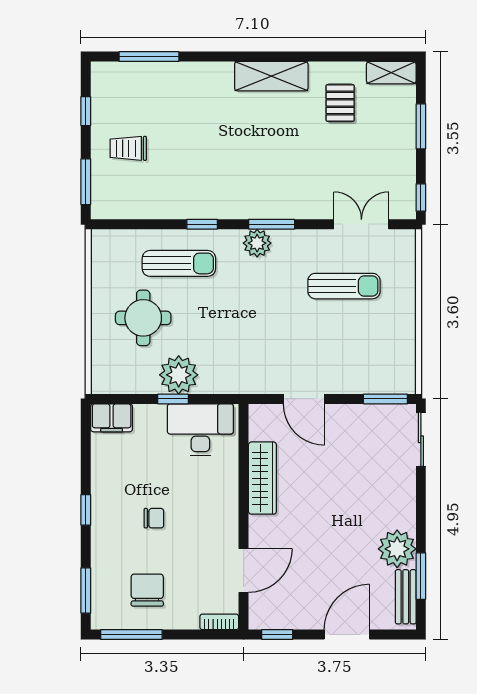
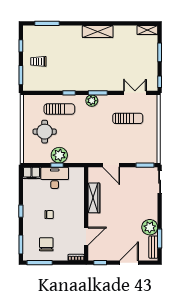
pallet: (340, 103) -> (126, 43), removed
desk: (200, 430) -> (55, 178), moved

